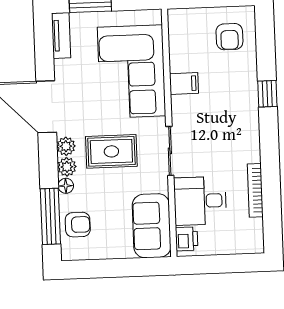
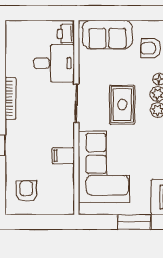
rug: (111, 151) -> (122, 105), turned 90
bookcase: (255, 190) -> (11, 98), moved
sofa: (152, 226) -> (107, 35), moved, turned 90

